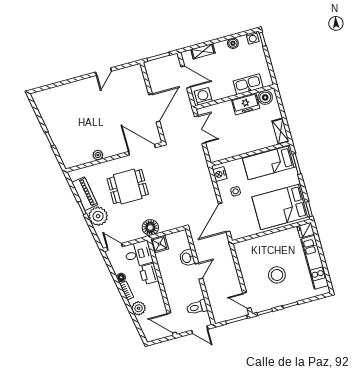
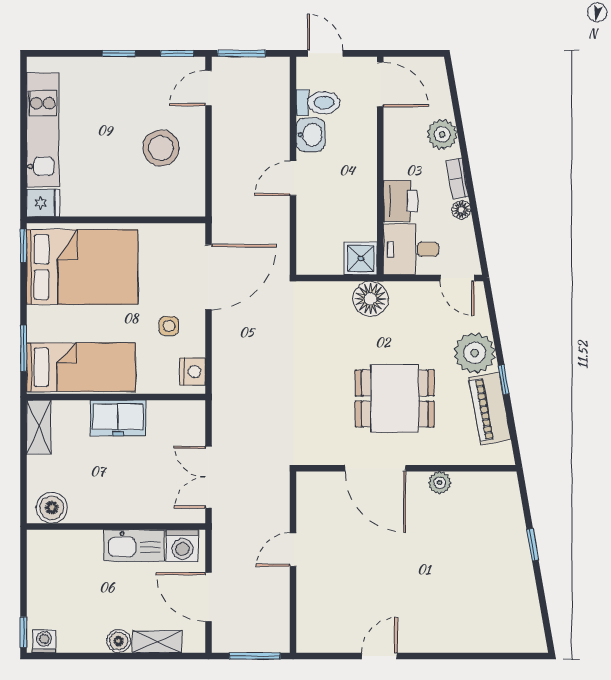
boiler: (233, 43) -> (119, 641), moved
kitchen sink: (248, 84) -> (134, 545), moved
freezer: (246, 104) -> (118, 418), moved, turned 180
door: (154, 108) -> (293, 550), width x0.53
door: (142, 150) -> (375, 468), moved
washbasin: (187, 258) -> (310, 135), moved
stool: (277, 275) -> (161, 148), moved
door: (247, 300) -> (208, 88), swing flipped

